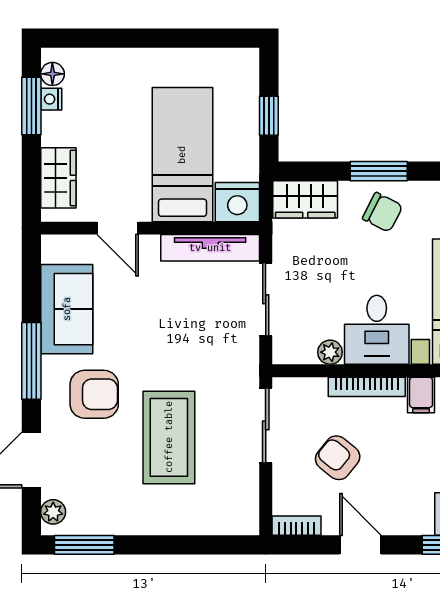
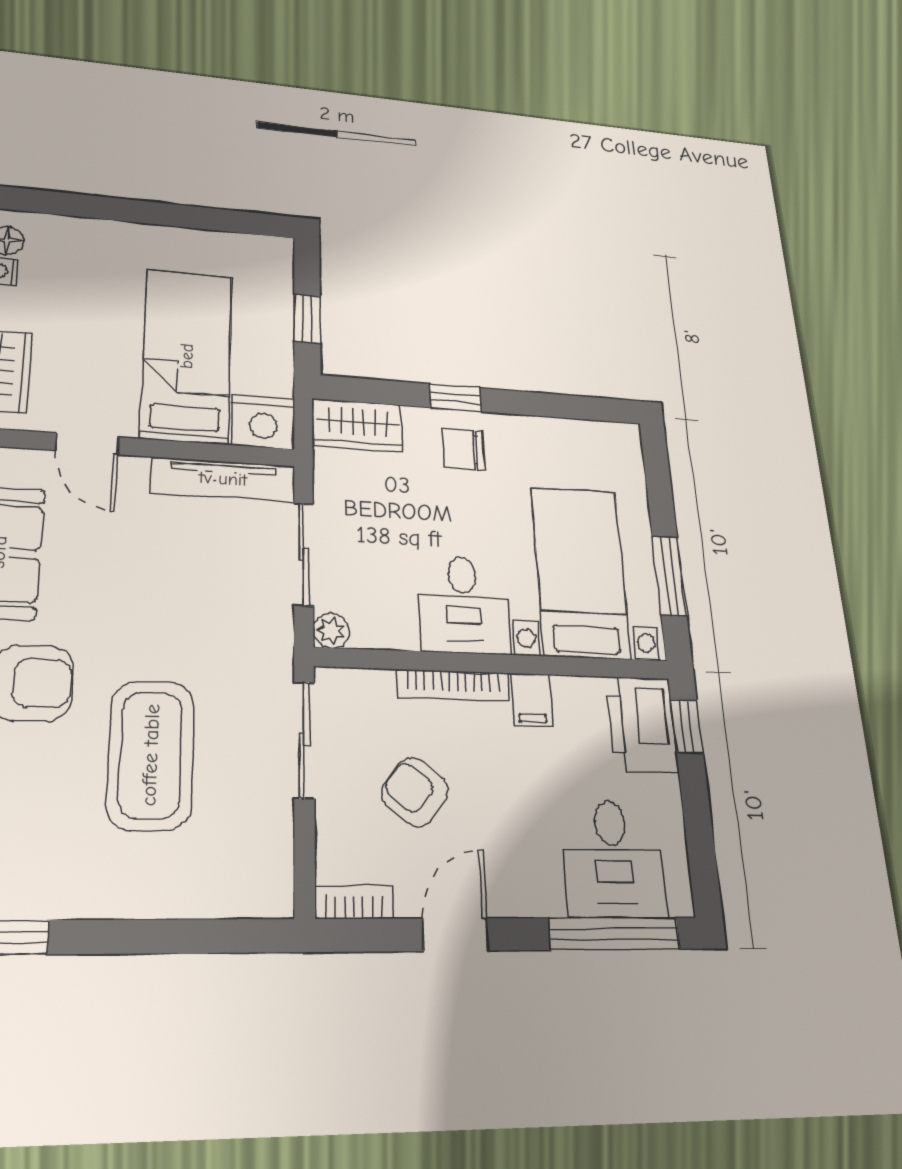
window: (379, 171) -> (455, 398), width x0.67
chair: (383, 212) -> (463, 449), turned 153
plant: (330, 352) -> (331, 631), moved
door: (360, 545) -> (455, 935), hinge flipped

